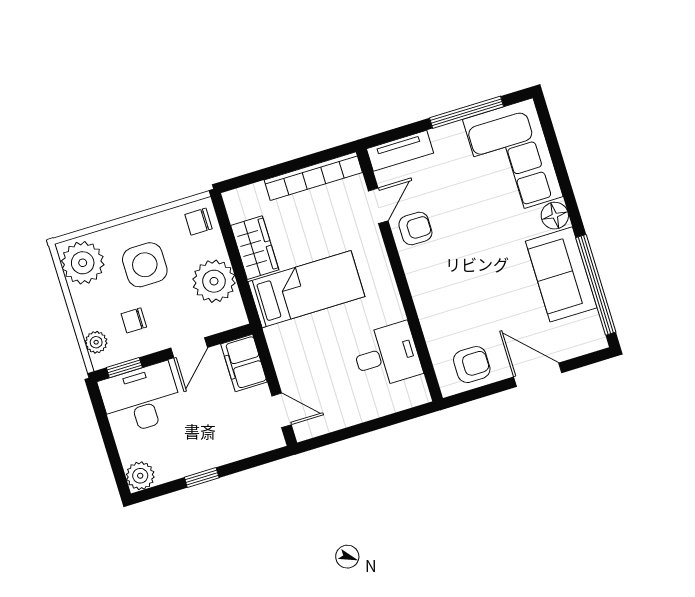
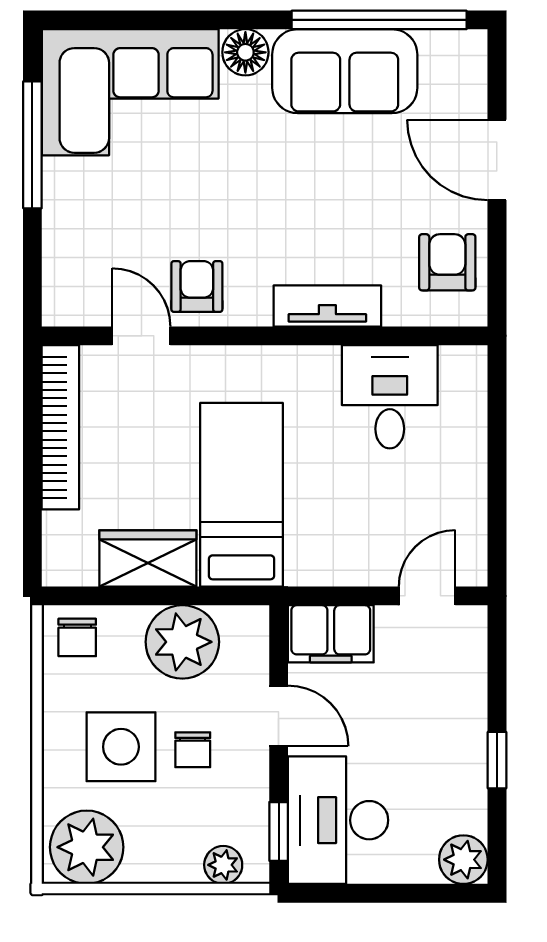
tv unit: (400, 151) -> (327, 306), moved, turned -90
chair: (134, 320) -> (193, 750), moved
door: (538, 375) -> (497, 160), hinge flipped

